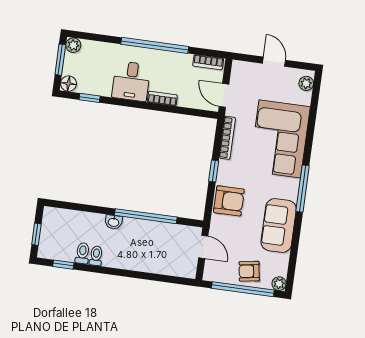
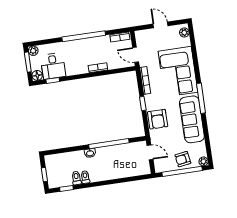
desk: (131, 81) -> (53, 66), moved
armchair: (229, 201) -> (158, 119), turned 90
sofa: (279, 225) -> (192, 119), width x1.36

